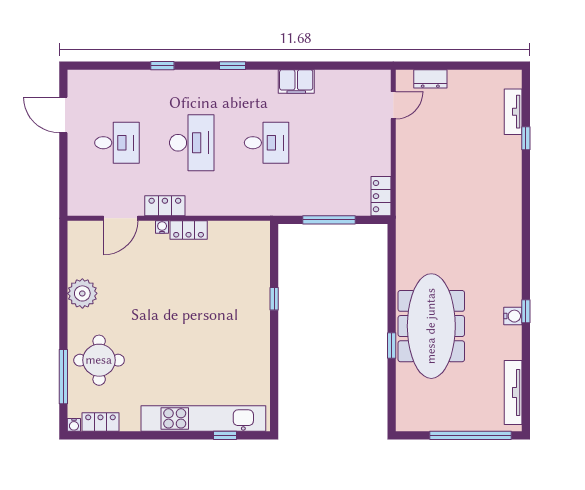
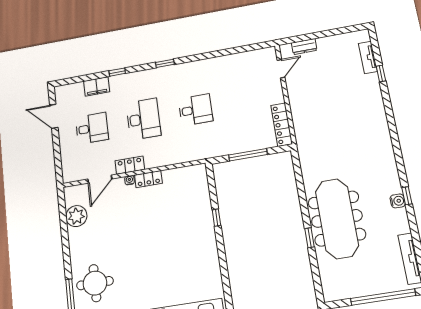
filing cabinet: (296, 82) -> (97, 86), moved
locker: (381, 196) -> (282, 125), width x1.53
plant: (82, 293) -> (76, 216), moved

